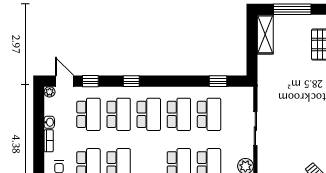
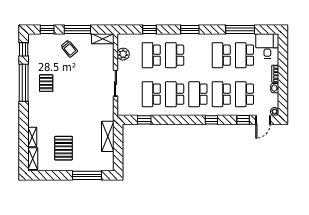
shelving: (265, 34) -> (108, 136), moved
door: (65, 81) -> (263, 120), hinge flipped

